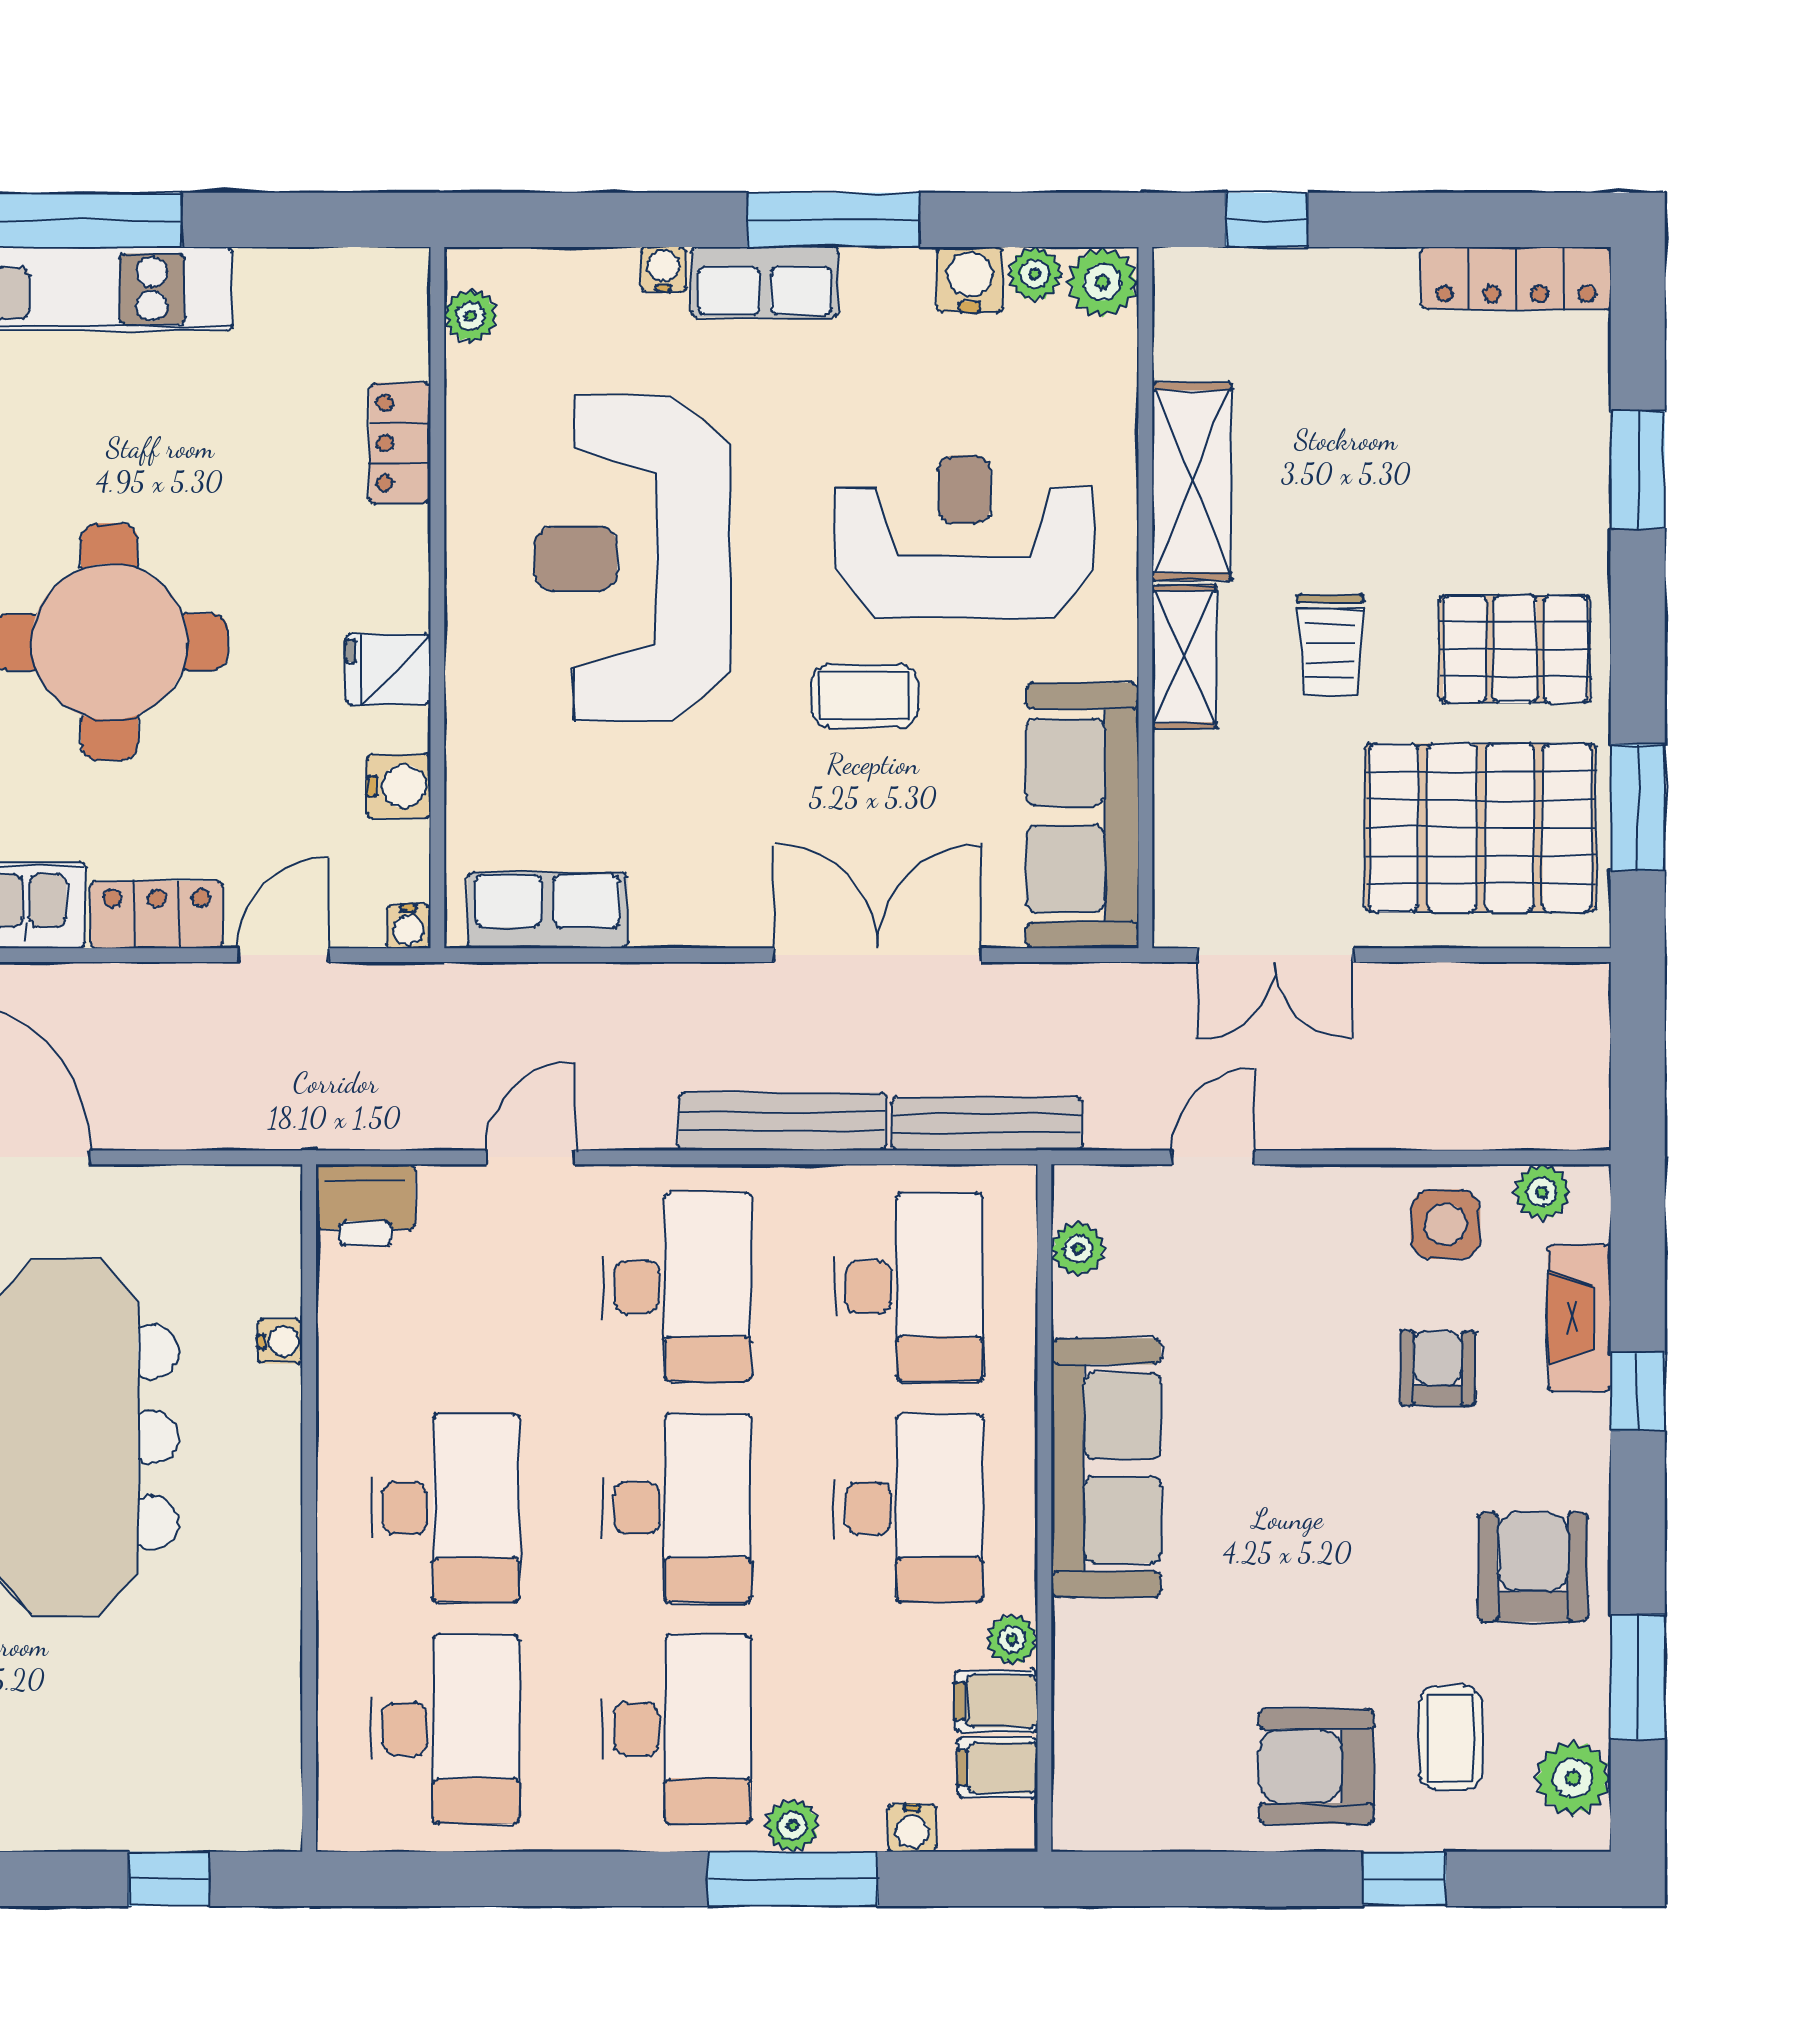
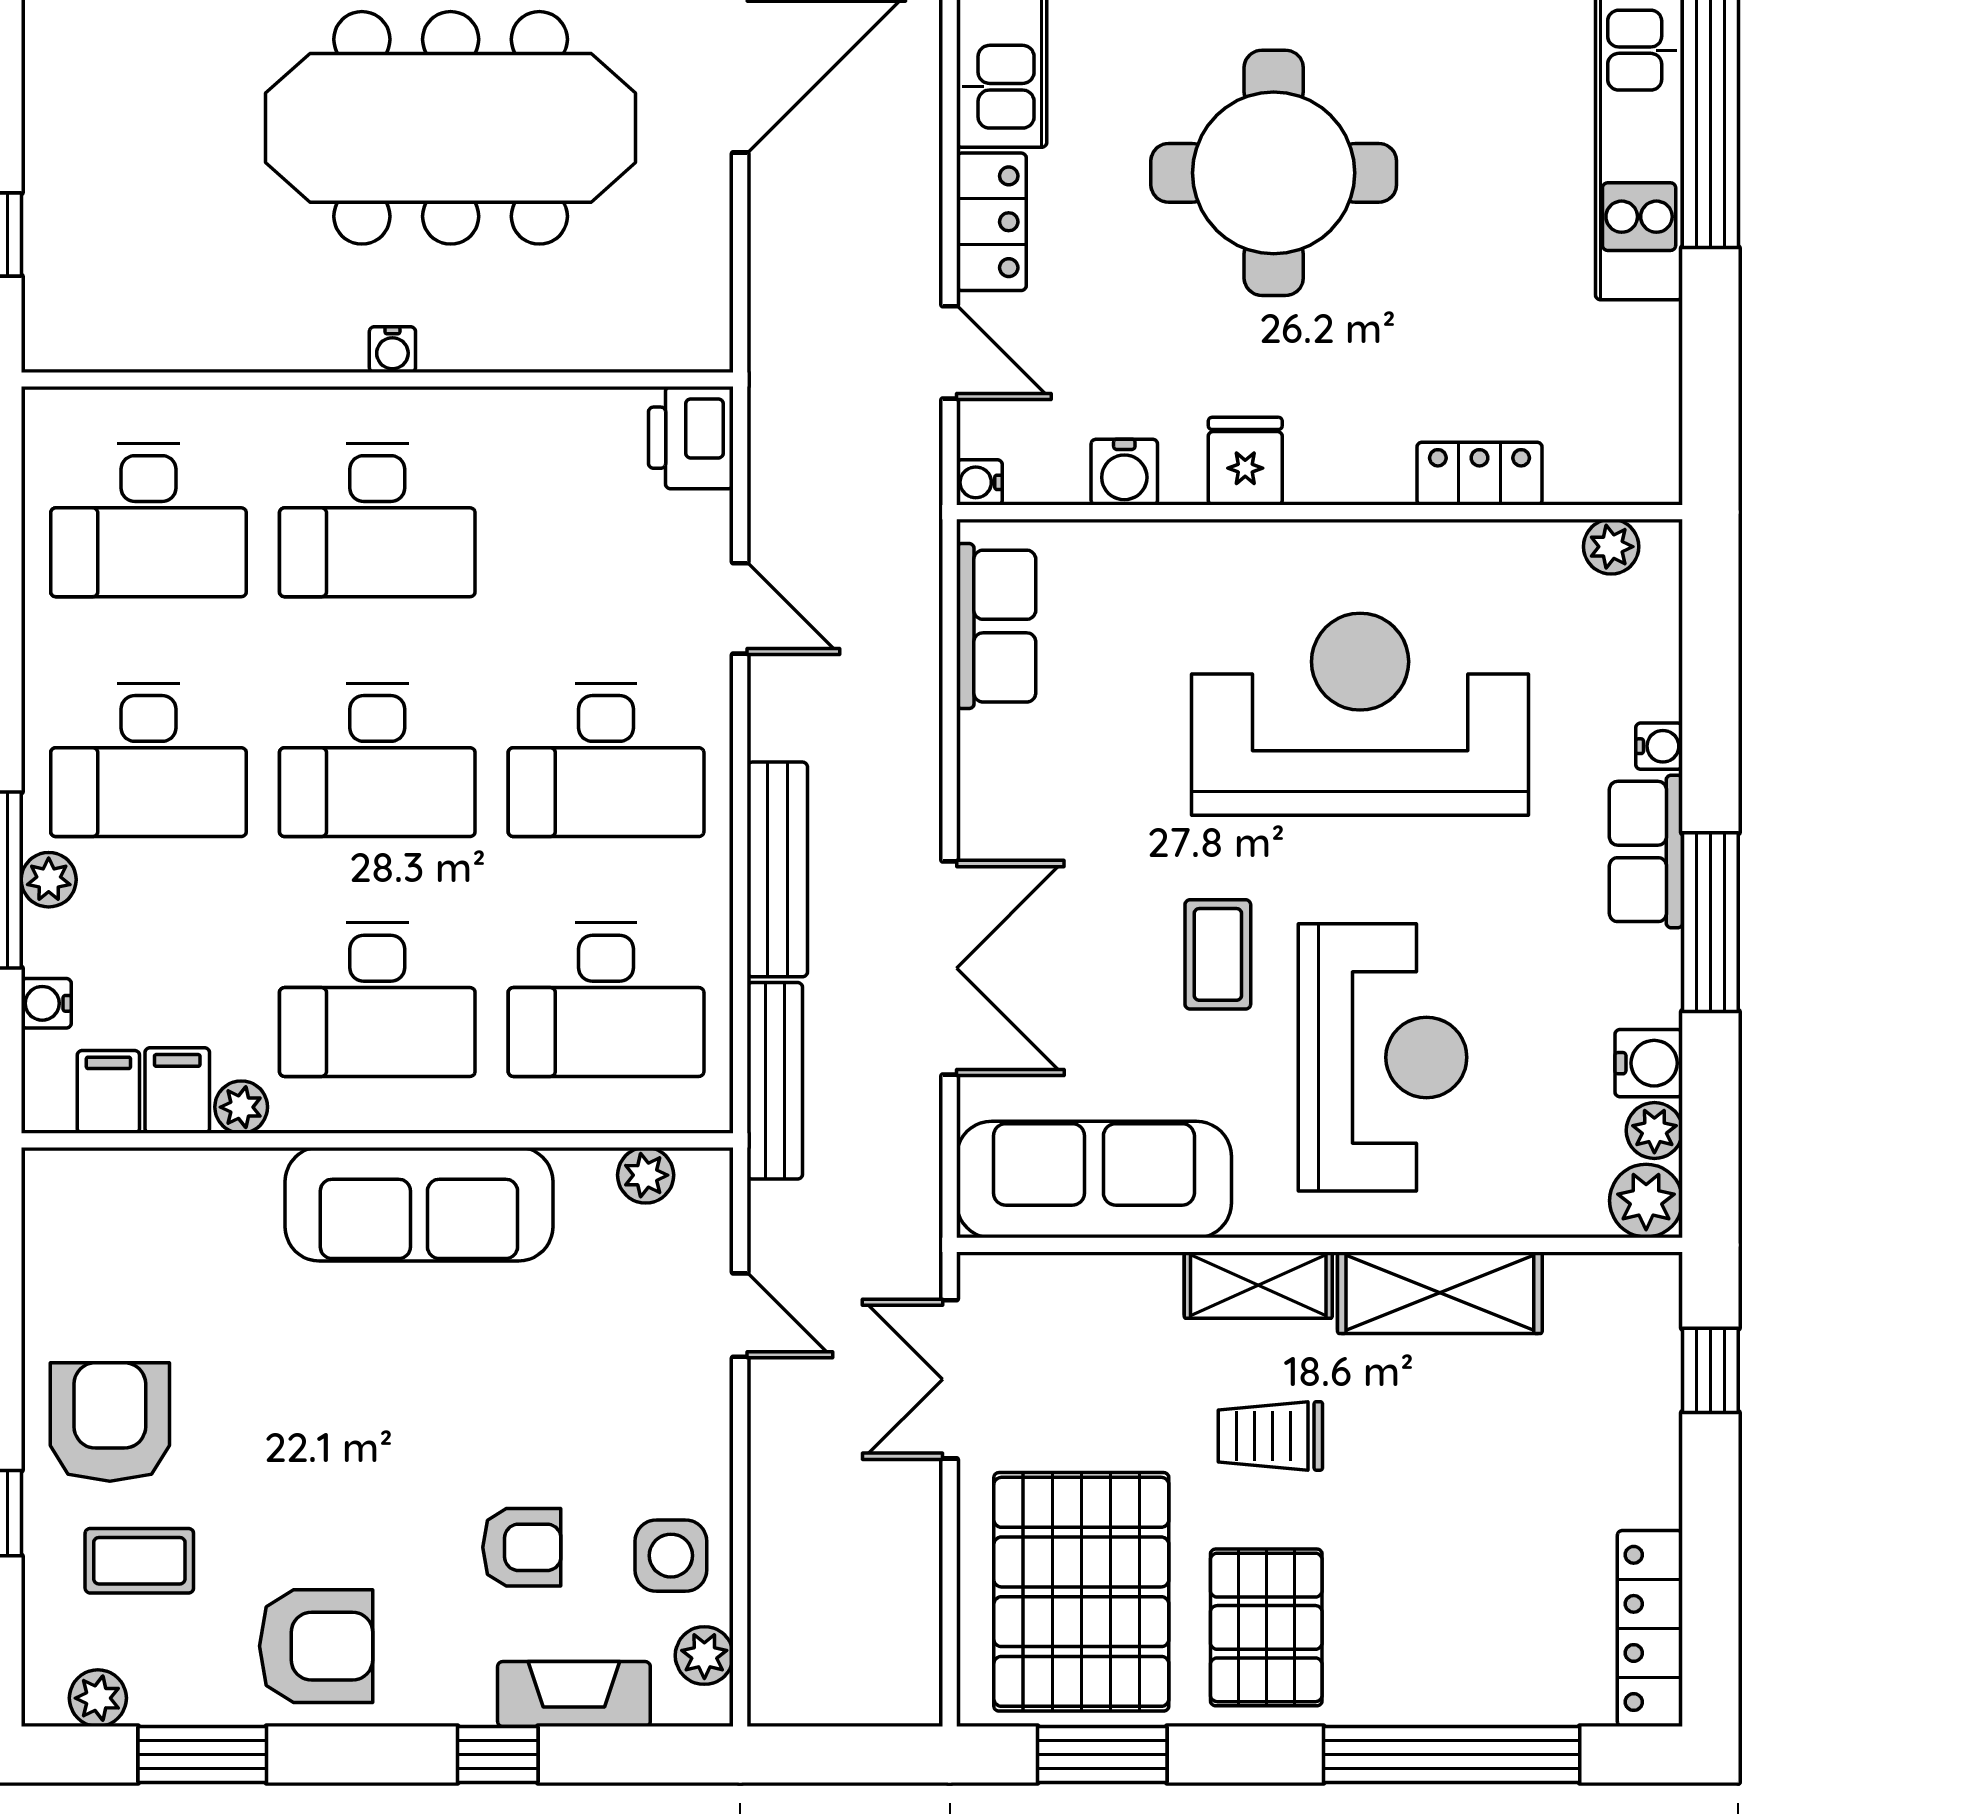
window: (1638, 470) -> (1452, 1754), width x2.11
water cooler: (280, 1341) -> (392, 350), moved
plant: (1573, 1778) -> (98, 1698), width x0.73, depth x0.73

